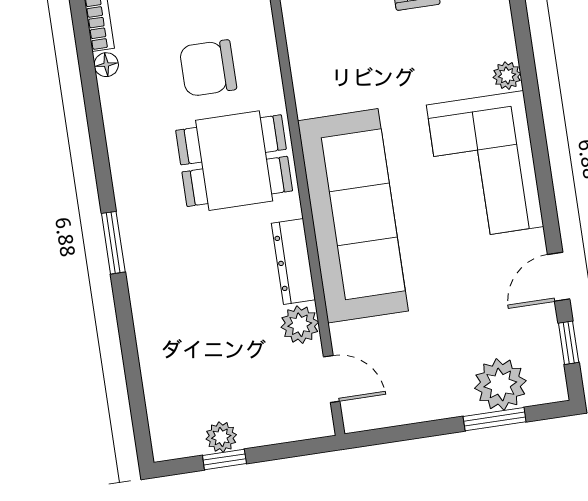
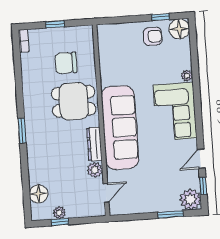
floor lamp: (106, 65) -> (39, 194), moved, width x1.89, depth x1.89
door: (332, 379) -> (106, 193), hinge flipped
plant: (500, 384) -> (190, 199), moved

